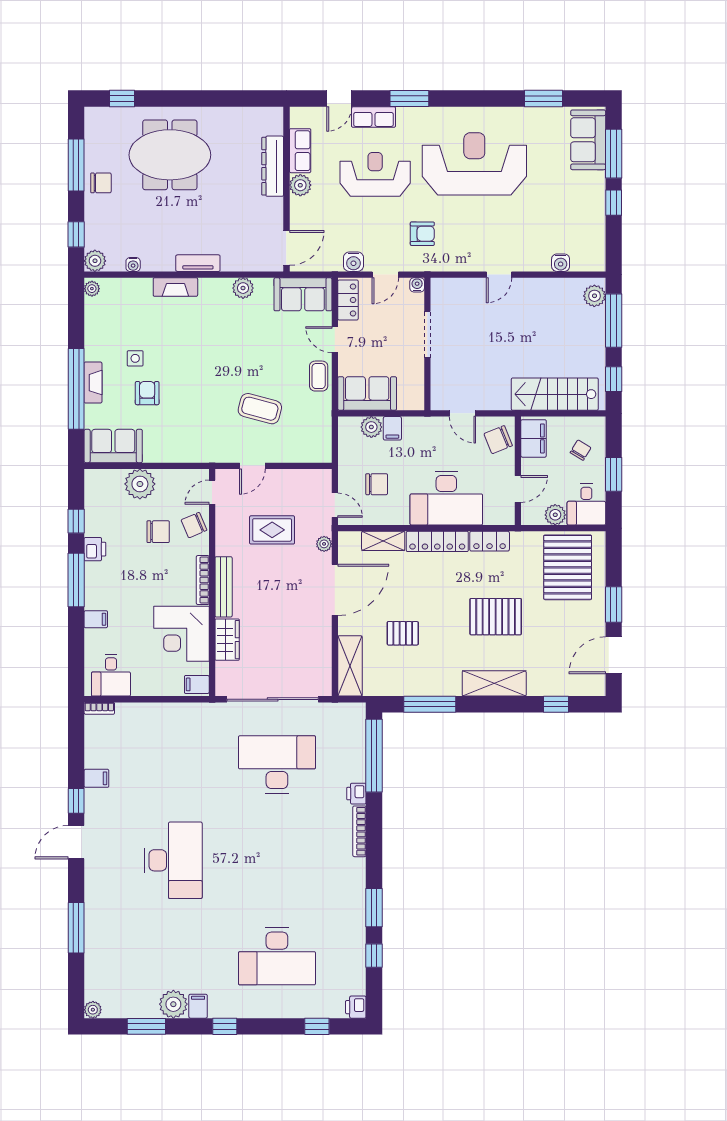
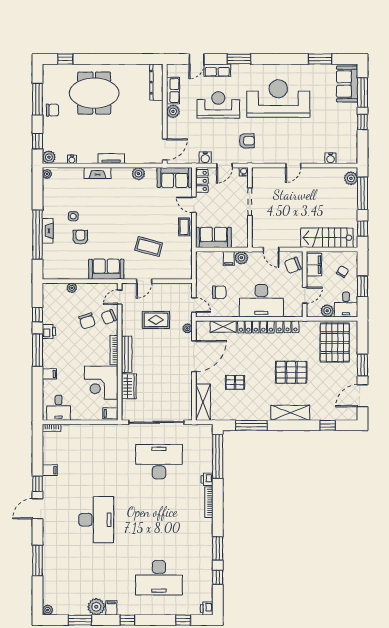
dresser: (273, 166) -> (156, 82), moved
plant: (371, 427) -> (241, 258), moved
sofa: (113, 446) -> (106, 269), moved
plant: (140, 484) -> (72, 288), width x0.53, depth x0.53
chair: (158, 532) -> (87, 321), turned 72

